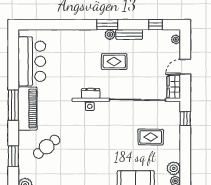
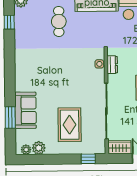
rug: (151, 137) -> (70, 125), width x1.36, depth x1.43
cafe table: (47, 147) -> (59, 21), turned 39

